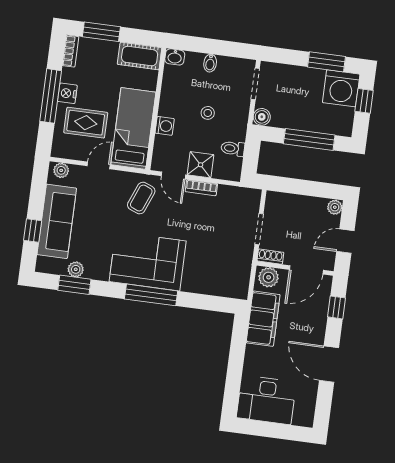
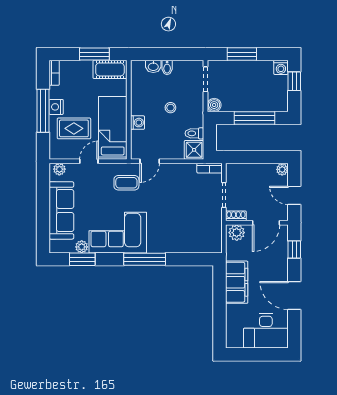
window: (101, 32) -> (94, 54), moved
washbasin: (175, 57) -> (153, 66), moved
window: (326, 62) -> (242, 54), moved
washing machine: (341, 88) -> (281, 67), width x0.53, depth x0.53
shower: (201, 165) -> (194, 150), moved
door: (173, 175) -> (150, 161), hinge flipped
bookcase: (201, 188) -> (210, 168), moved
coffee table: (141, 198) -> (126, 183), turned 68
window: (33, 231) -> (43, 220), removed
door: (345, 241) -> (294, 195), hinge flipped
corner sofa: (148, 261) -> (118, 233), moved
filing cabinet: (263, 319) -> (237, 282), moved
desk: (266, 400) -> (266, 331), moved

